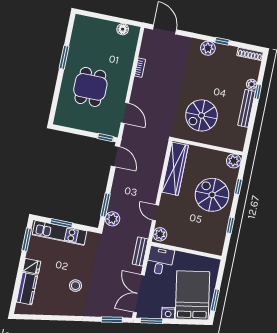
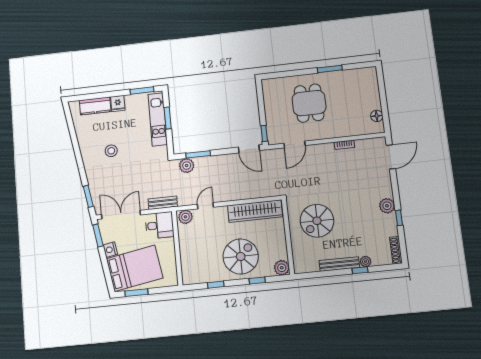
dining table: (90, 87) -> (309, 103), turned 90
spiral stairs: (201, 115) -> (317, 221), turned -90
door: (115, 156) -> (249, 149), hinge flipped

